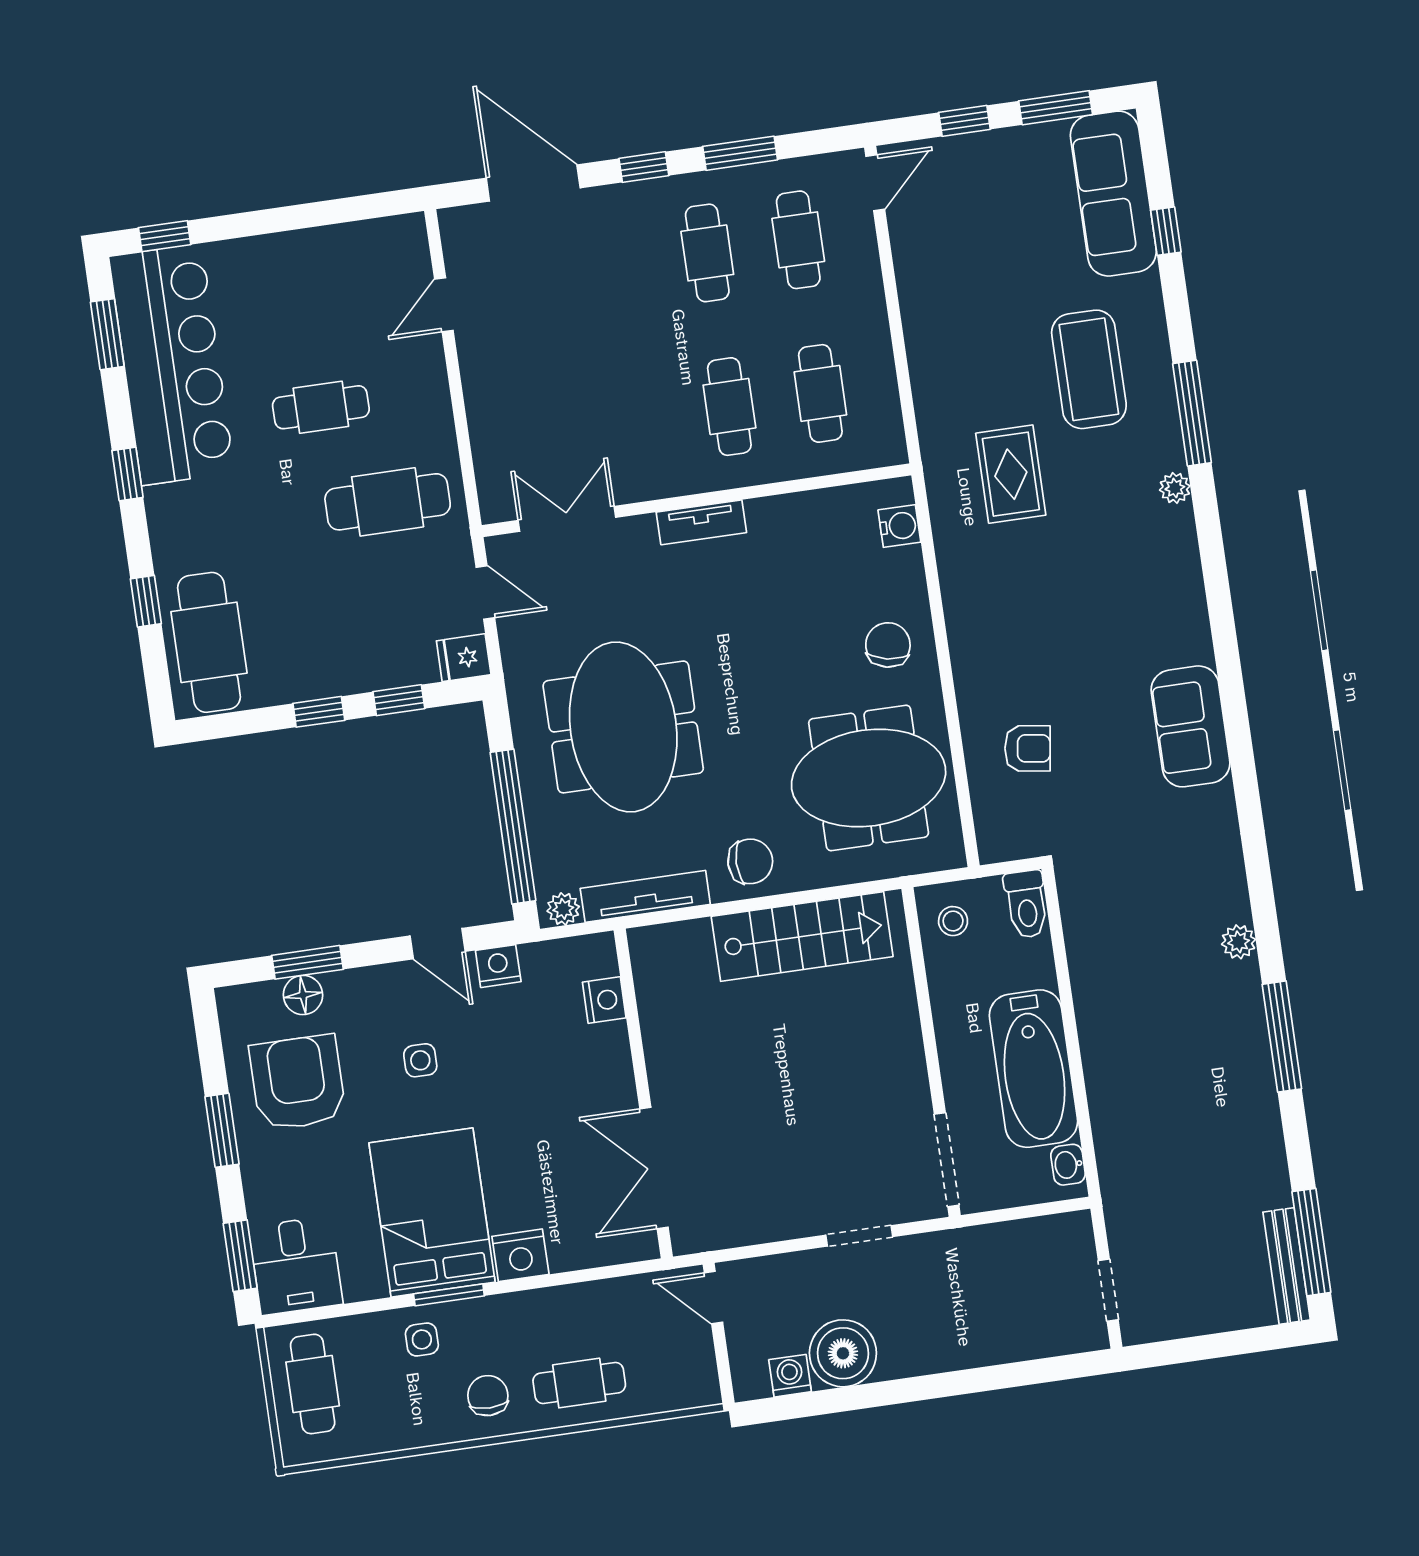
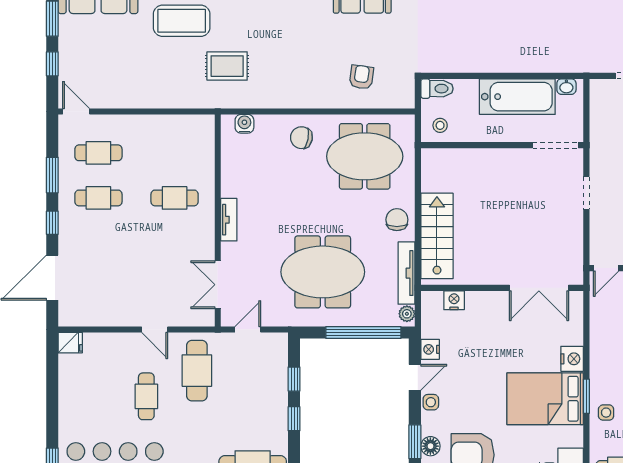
door: (444, 305) -> (155, 329), moved
cafe table: (820, 393) -> (175, 153), removed
fridge: (464, 658) -> (70, 343), moved, turned -90
meeting table: (869, 778) -> (365, 156), turned 90
stairs: (802, 937) -> (437, 236), moved
side table: (420, 1060) -> (431, 402), moved

